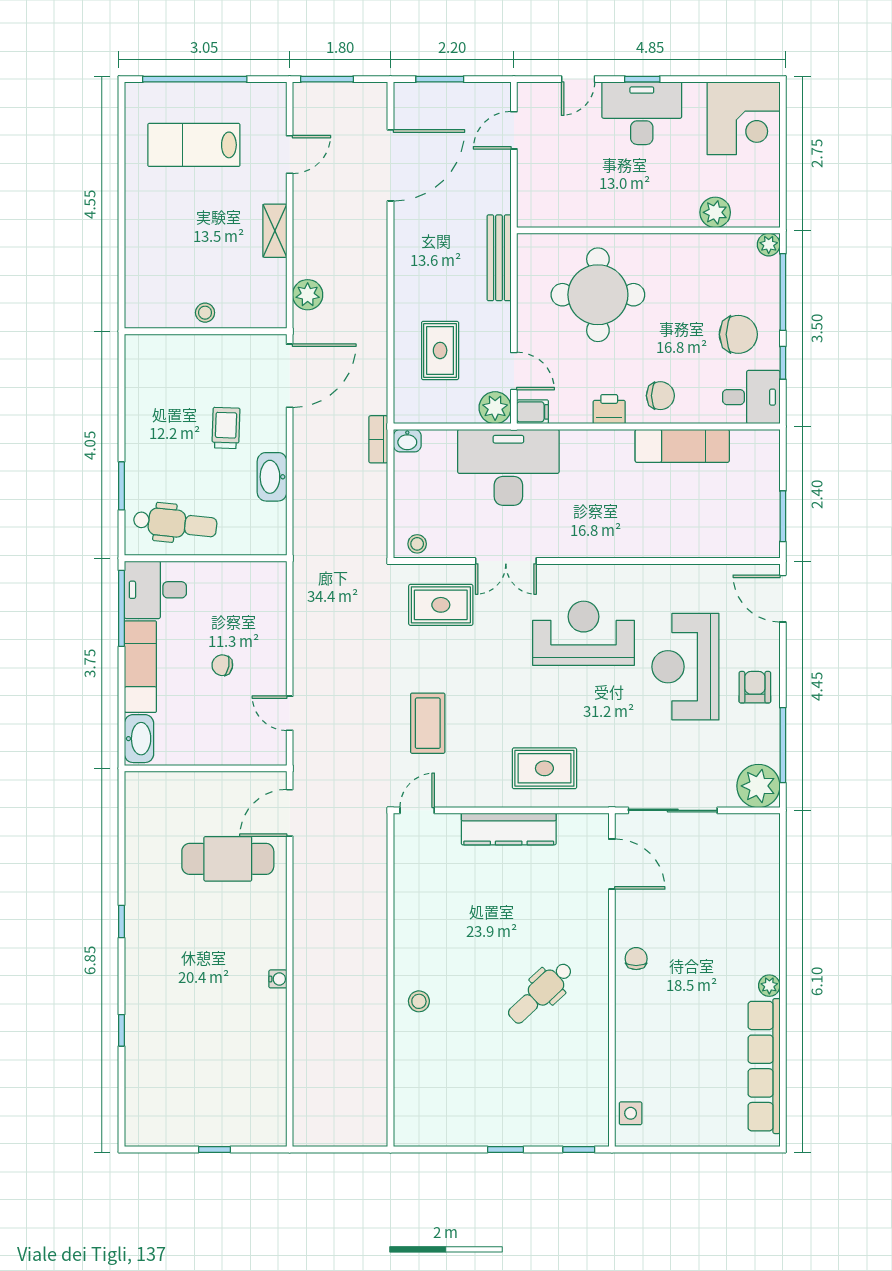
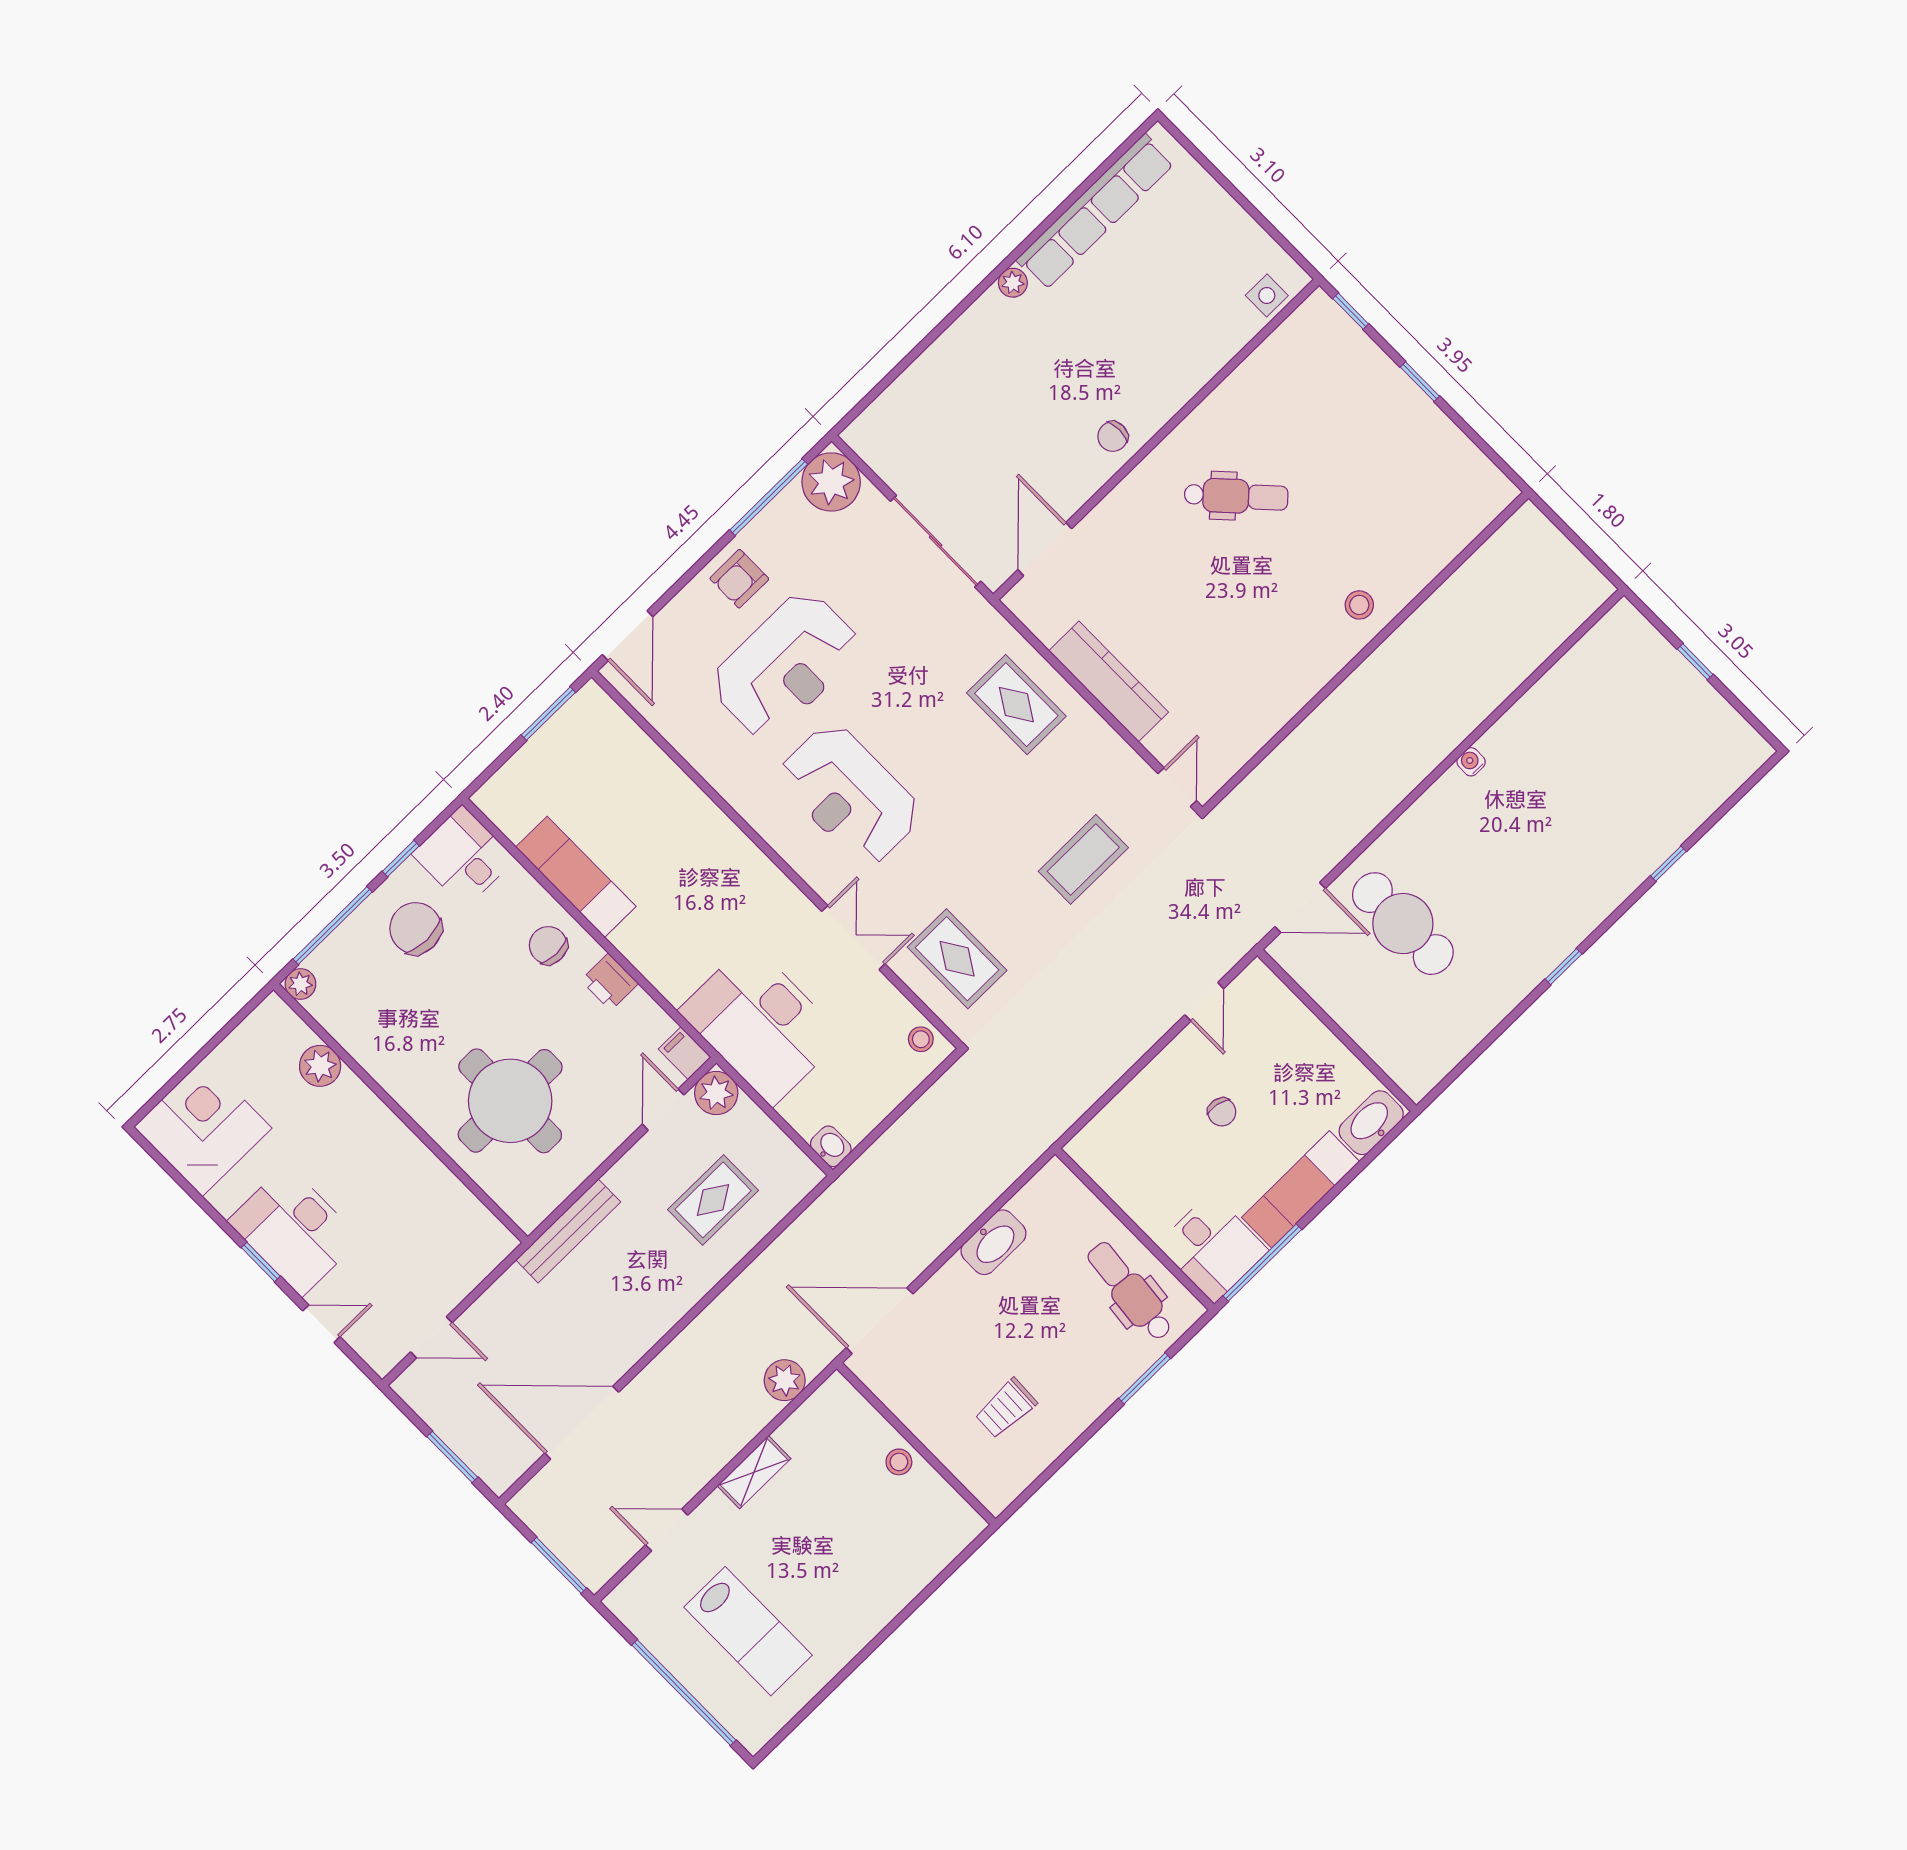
trolley: (226, 428) -> (1006, 1408), moved
bookcase: (378, 439) -> (857, 1175), removed
door: (417, 810) -> (1177, 787), swing flipped

